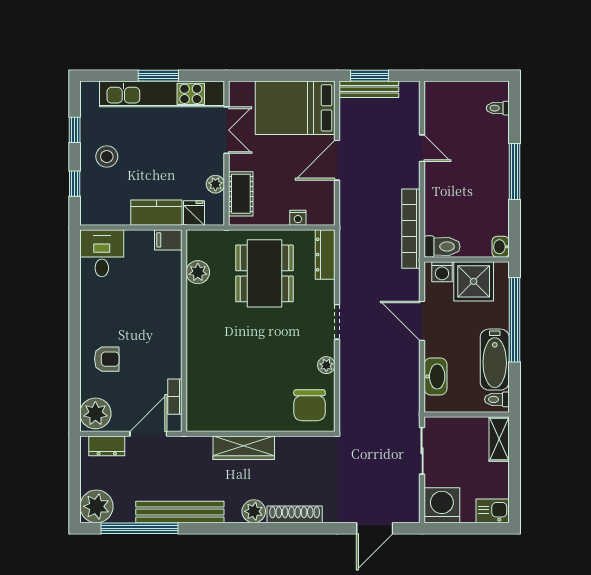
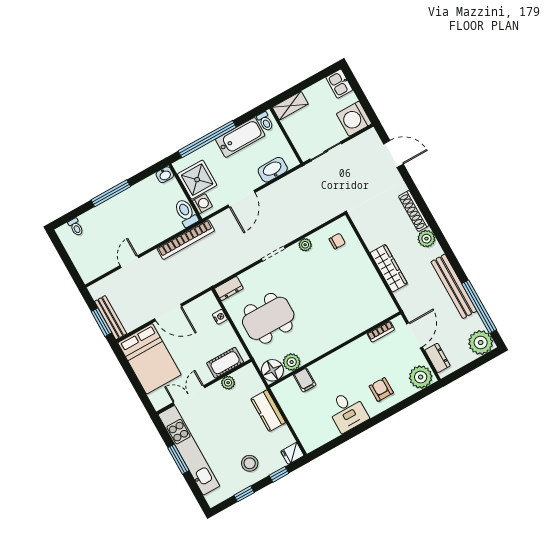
fridge: (194, 213) -> (292, 453), moved
filing cabinet: (168, 240) -> (305, 380), moved
floor lamp: (201, 244) -> (272, 370), added
desk: (102, 253) -> (347, 411), moved, turned -90
dresser: (325, 255) -> (229, 289), width x0.70
chair: (310, 405) -> (337, 241), width x0.54, depth x0.54
door: (148, 434) -> (415, 335), swing flipped

